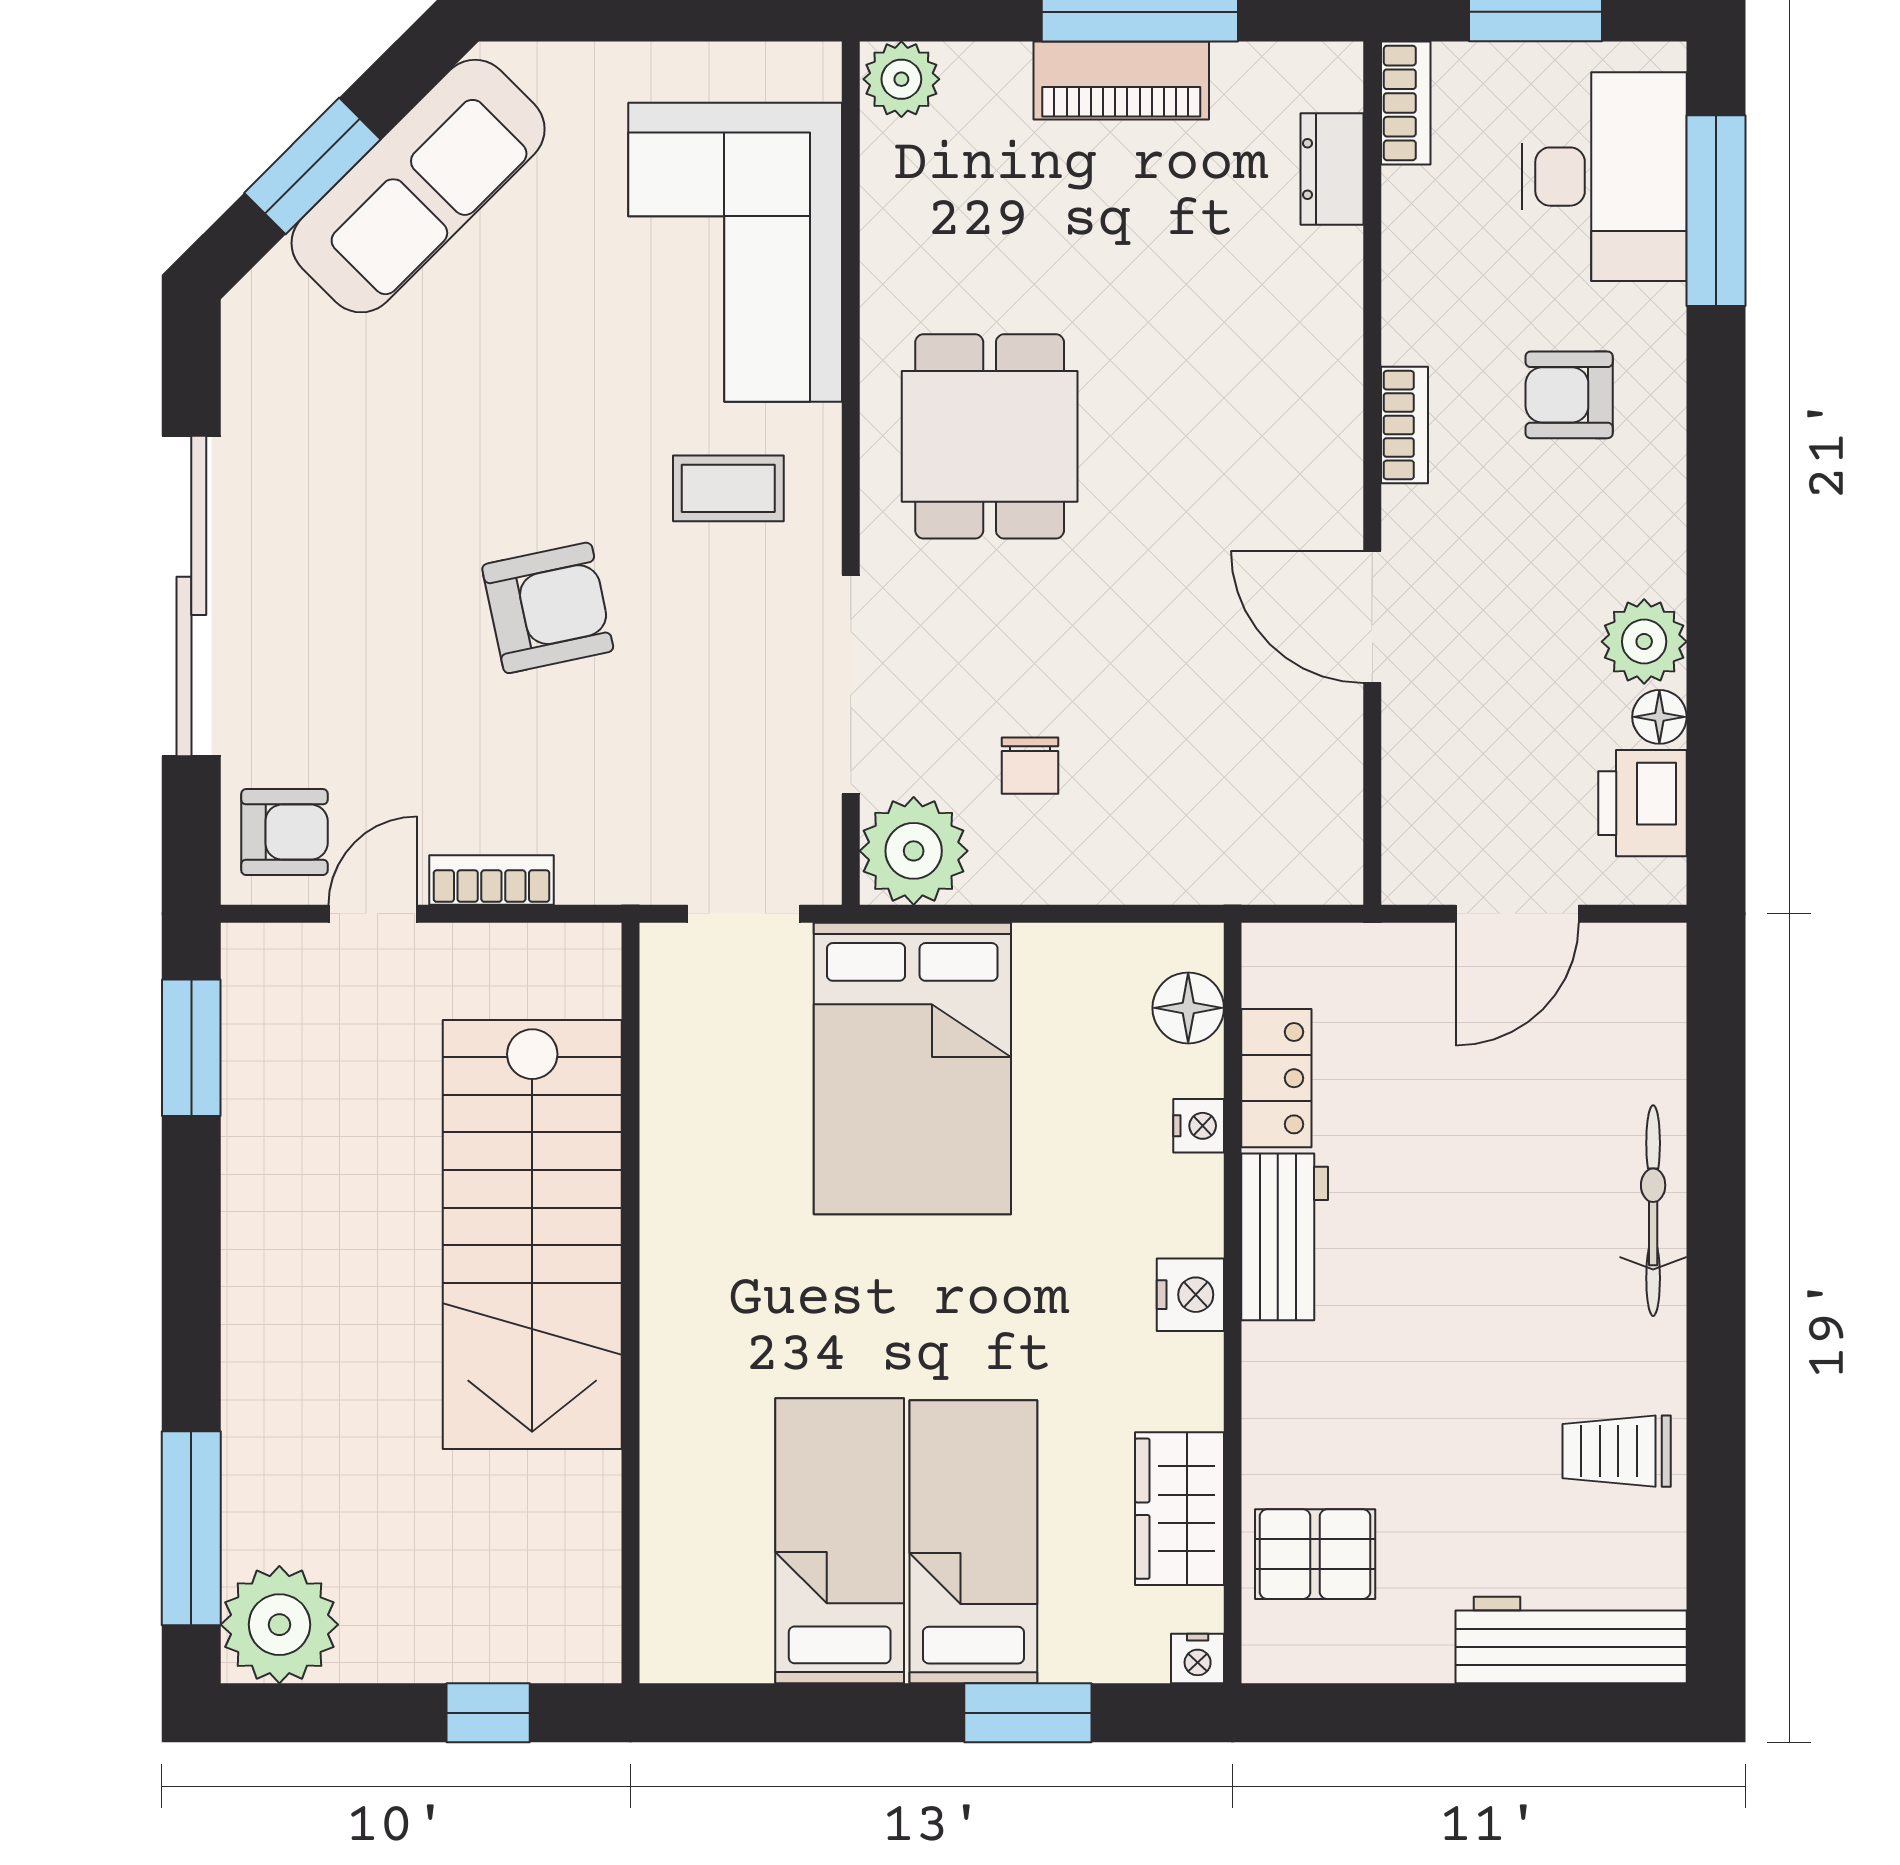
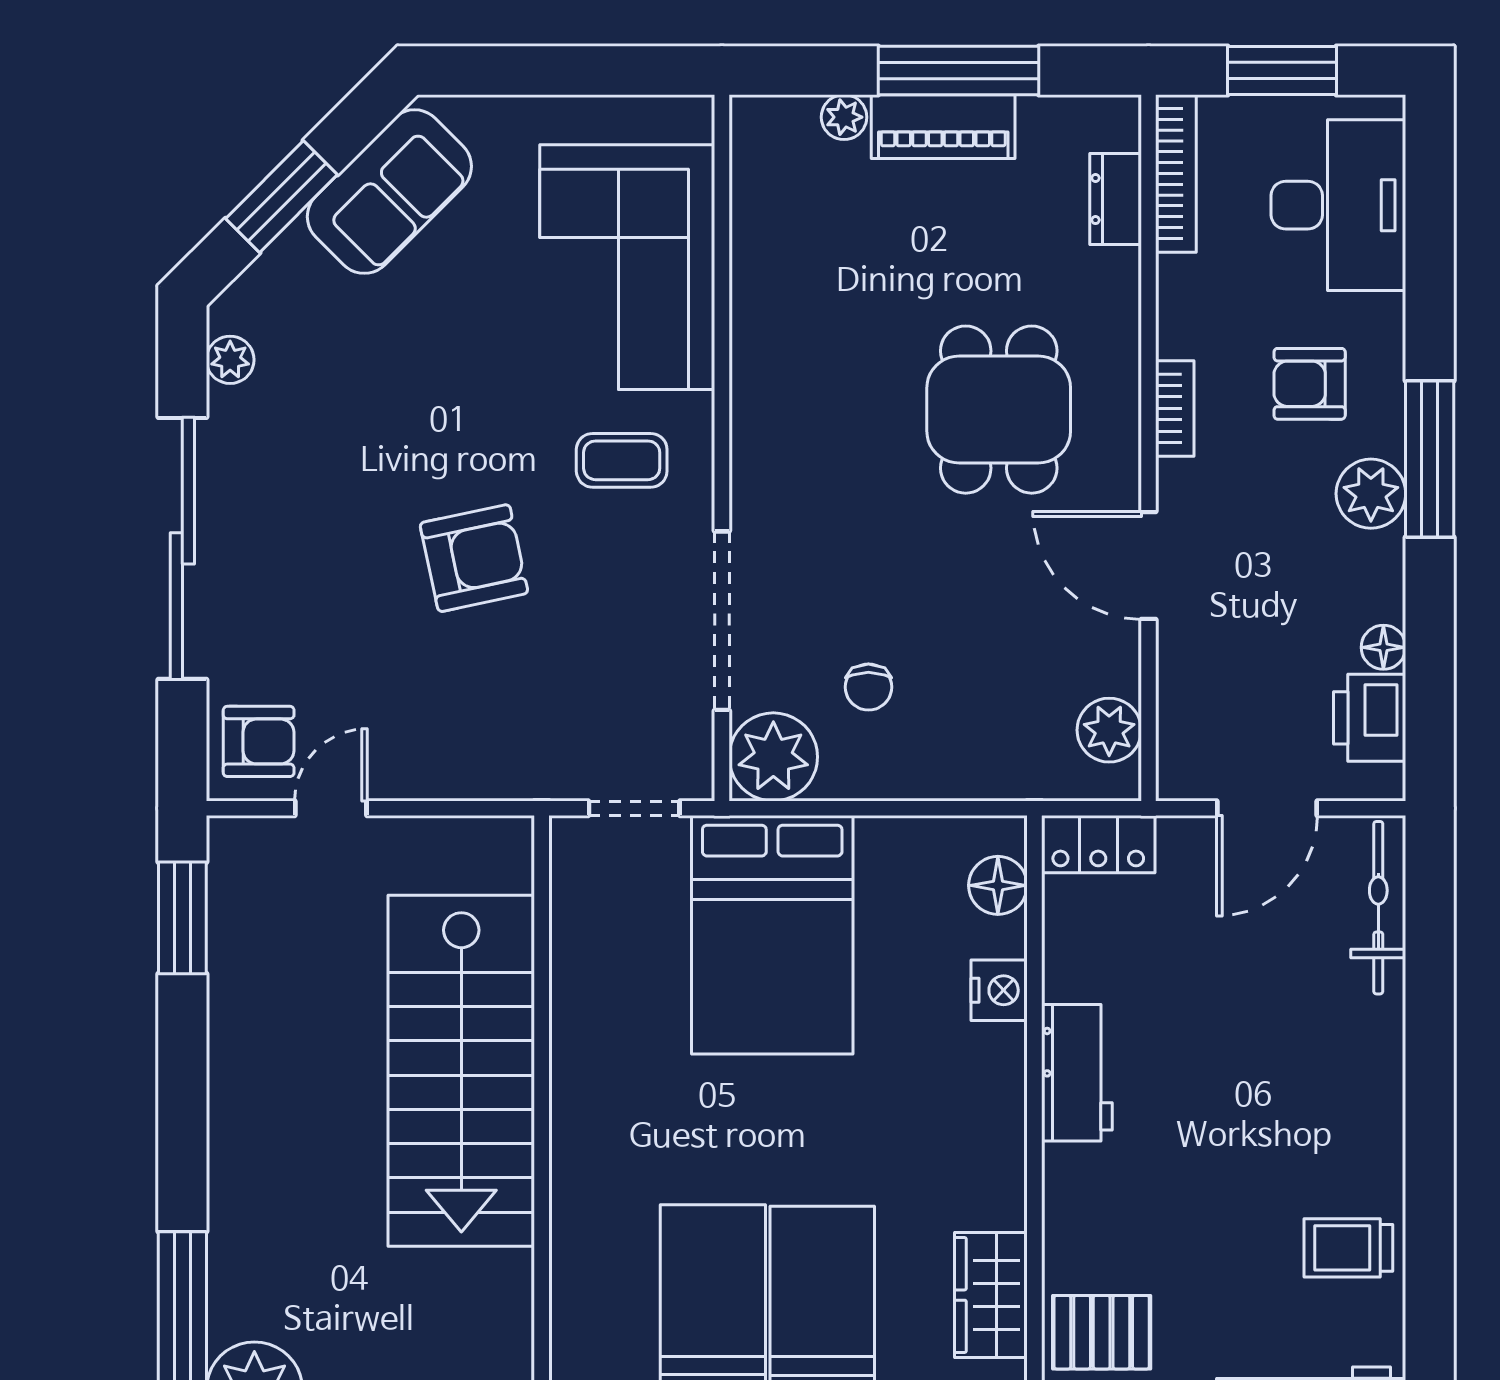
plant: (901, 79) -> (844, 117), moved, width x0.73, depth x0.73
bookcase: (1406, 103) -> (1176, 173), width x1.56
sofa: (418, 186) -> (389, 192), width x0.73
window: (1716, 211) -> (1430, 459), moved
plant: (250, 366) -> (230, 360), added
dining table: (990, 436) -> (999, 410), moved
plant: (1644, 642) -> (1371, 494), moved
plant: (1324, 818) -> (1109, 730), added
bookcase: (491, 880) -> (428, 781), removed
locker: (1276, 1078) -> (1098, 844), moved, turned 90
nightstand: (1199, 1126) -> (999, 990), width x1.39, depth x1.35
bicycle: (1653, 1211) -> (1378, 908), moved
nightstand: (1190, 1295) -> (1000, 1120), removed

